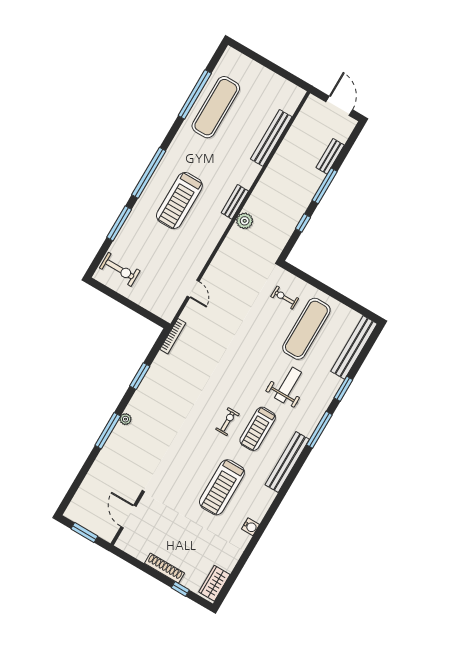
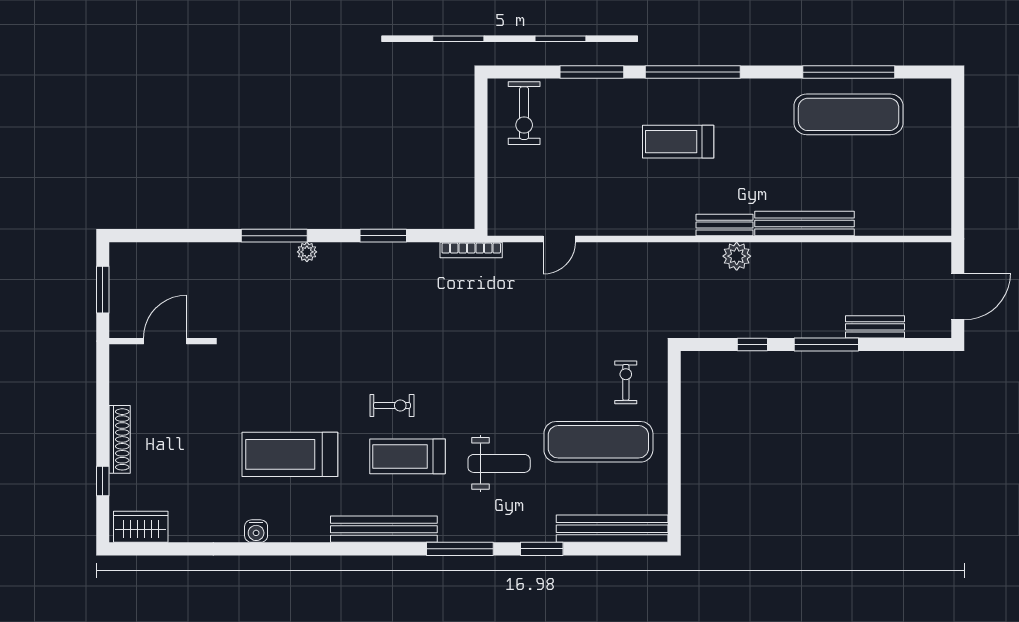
bench: (271, 138) -> (805, 224), moved
treadmill: (179, 201) -> (678, 142), width x0.73, depth x0.73
plant: (245, 221) -> (737, 256), moved

